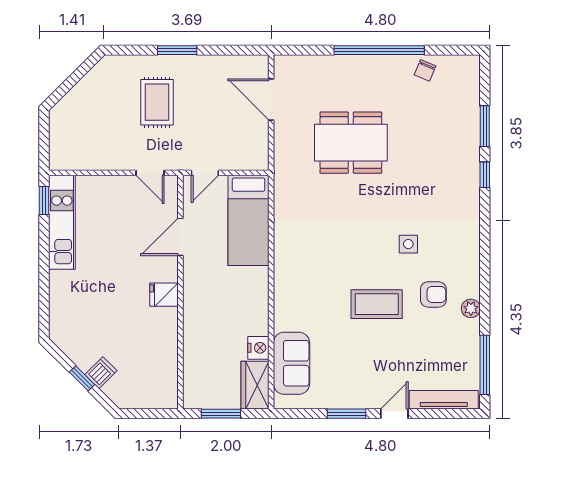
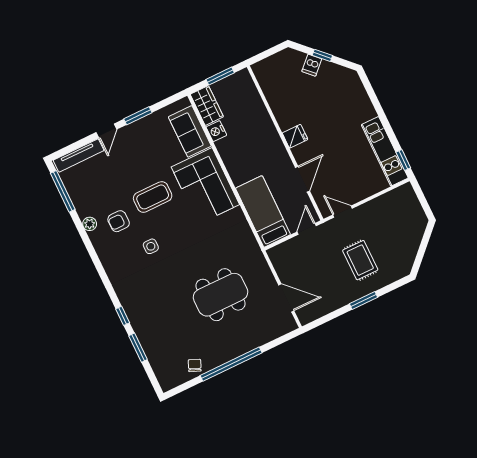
corner sofa: (305, 287) -> (205, 186), added

